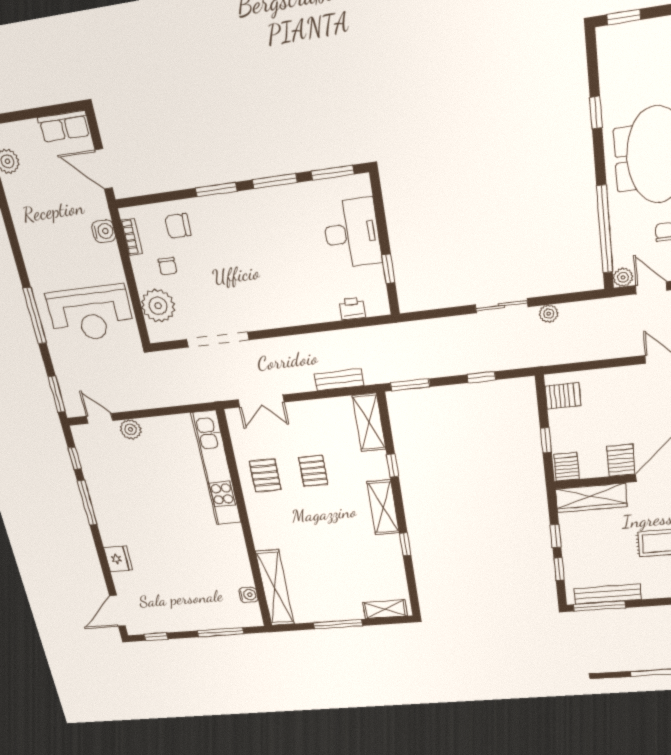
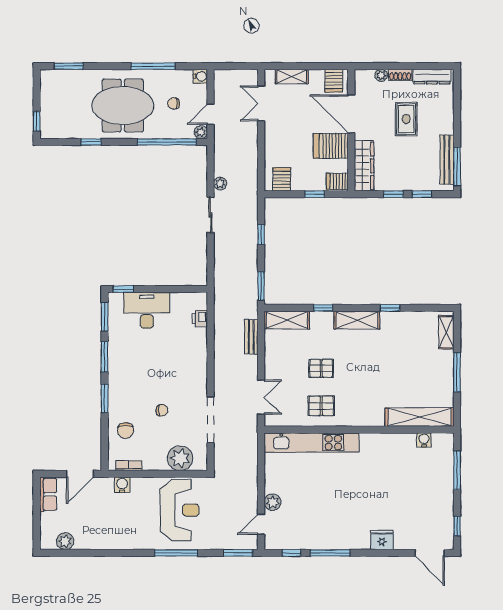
chair: (168, 266) -> (162, 410), moved
window: (388, 269) -> (123, 289), moved
server rack: (621, 460) -> (331, 146), width x1.36, depth x1.44

